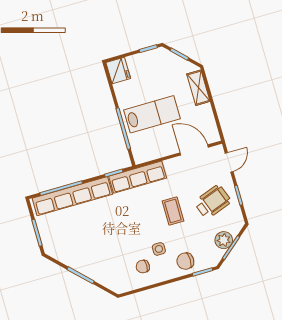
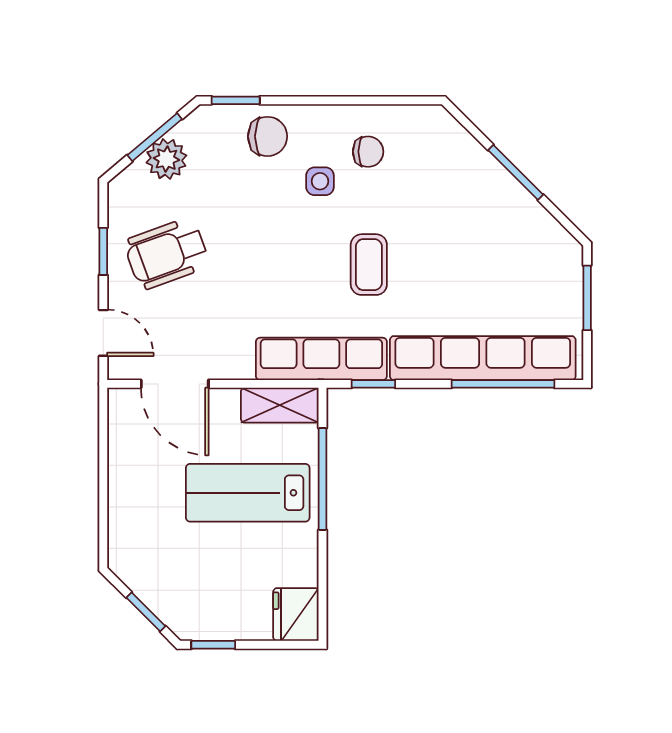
shelving: (198, 88) -> (280, 405), moved, turned 90
door: (229, 162) -> (103, 333), swing flipped
coffee table: (173, 211) -> (369, 265), moved

